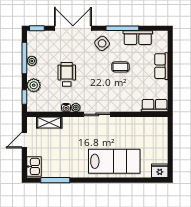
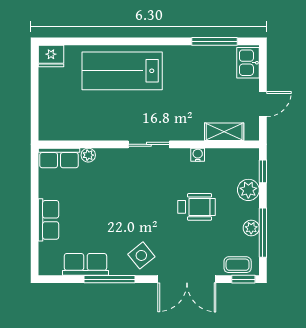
coffee table: (120, 67) -> (238, 265), moved
wheelchair: (67, 74) -> (197, 207), turned -90
plant: (76, 107) -> (88, 155), moved

